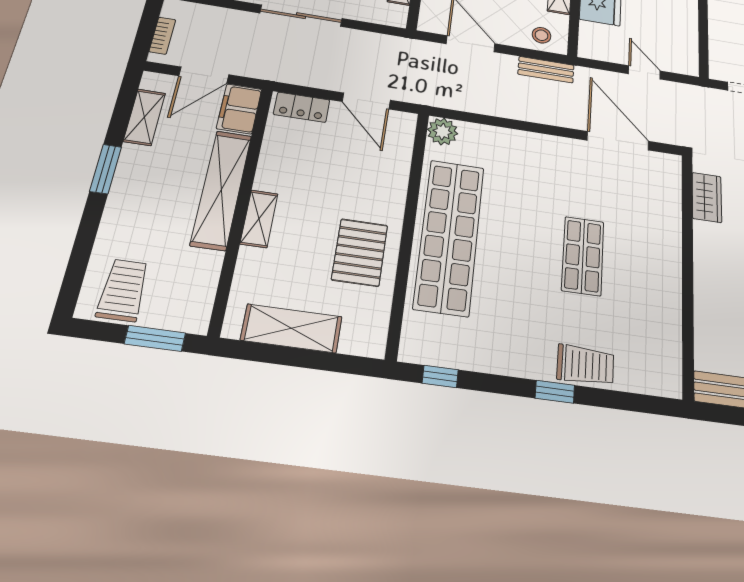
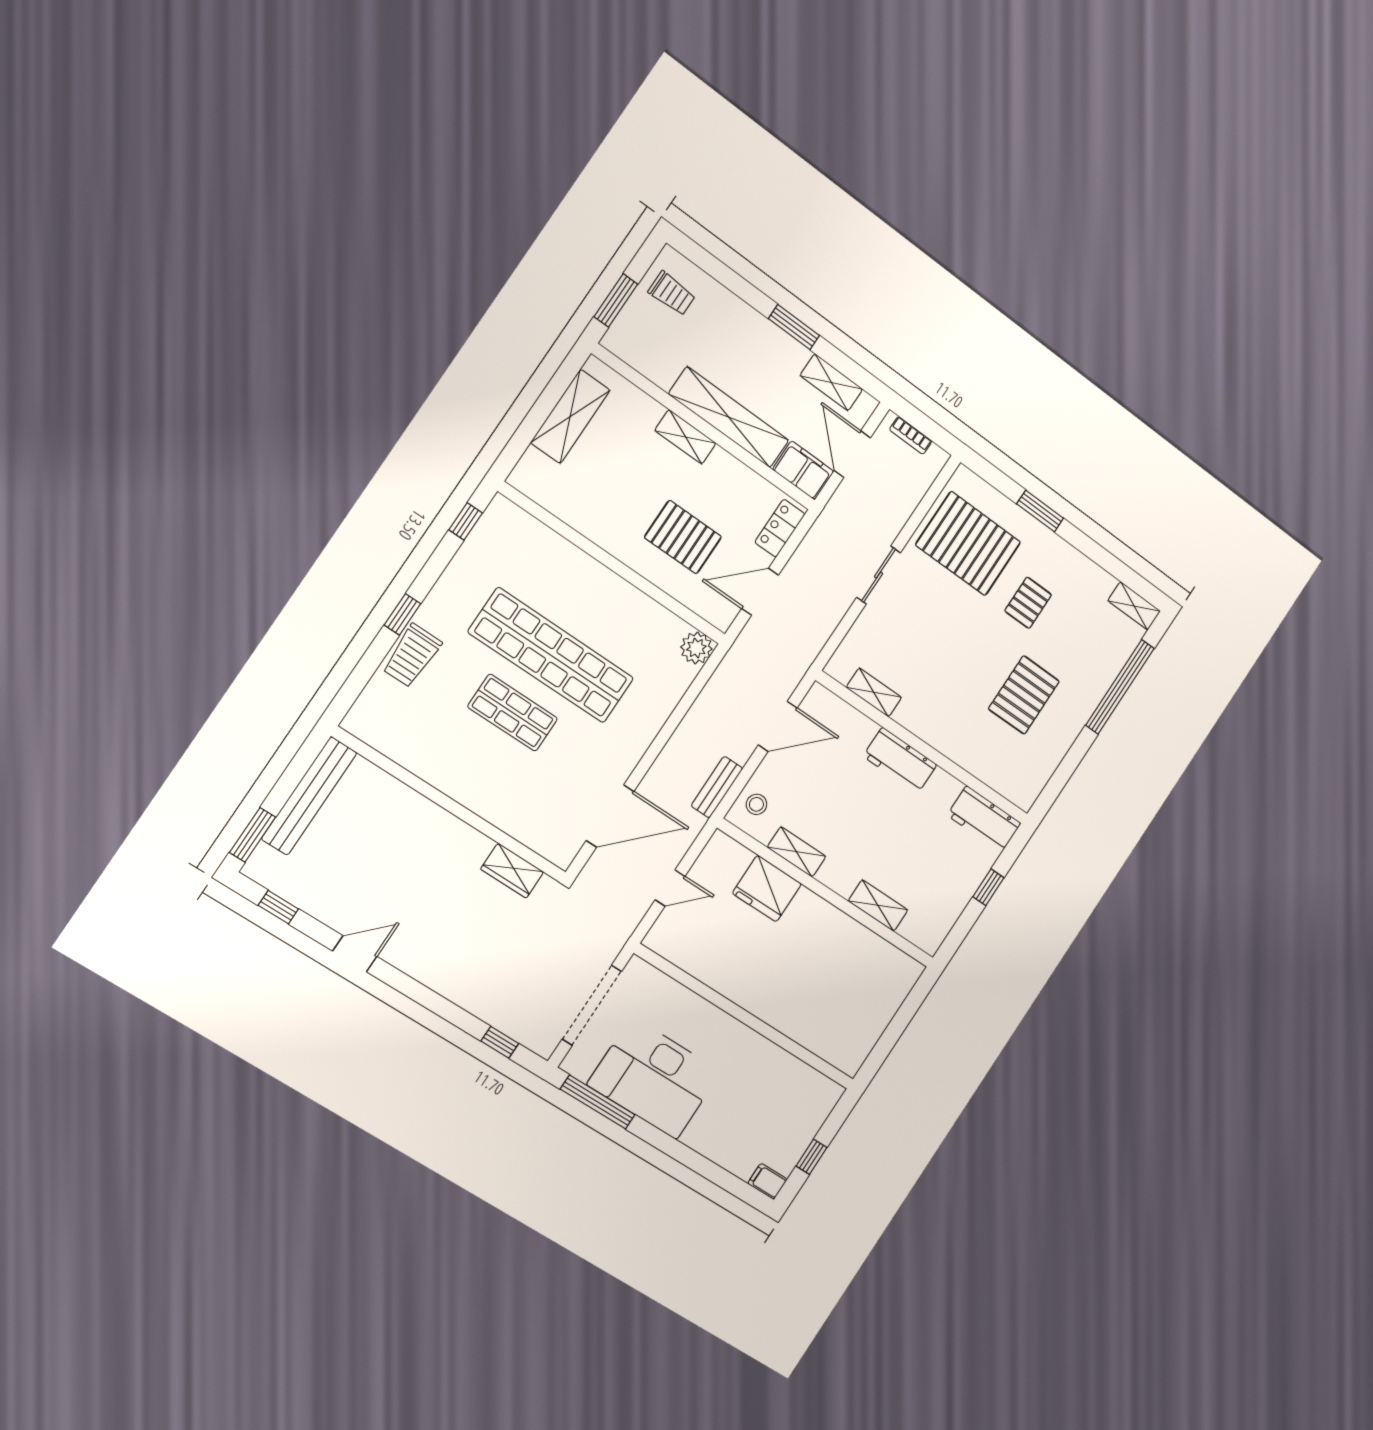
sliding door: (301, 16) -> (878, 575), width x0.73
shop shelf: (449, 236) -> (551, 655), moved
pallet: (360, 252) -> (683, 537), moved
trolley: (123, 290) -> (672, 293), width x0.73, depth x0.72

